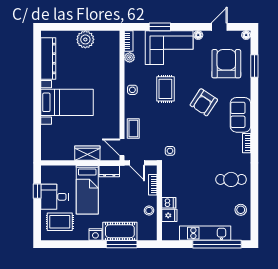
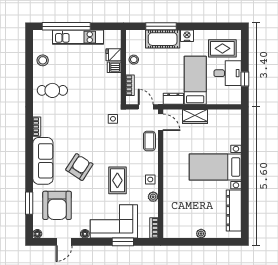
plant: (85, 39) -> (201, 234), width x0.53, depth x0.53
plant: (130, 57) -> (153, 197), moved
sofa: (240, 115) -> (43, 161), width x1.36

